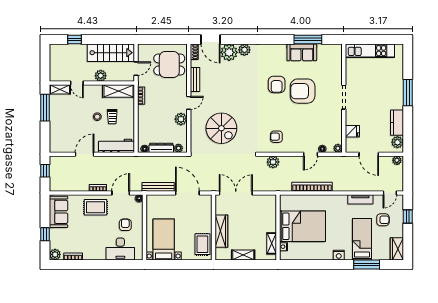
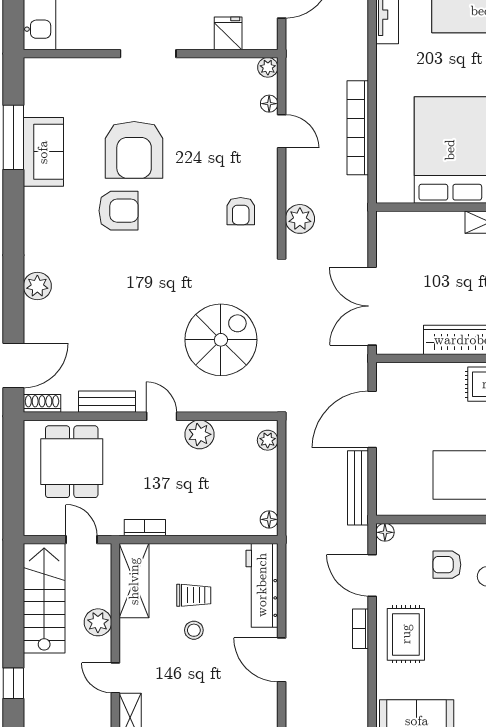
plant: (229, 52) -> (43, 322), removed
door: (77, 83) -> (115, 678), swing flipped
dresser: (161, 148) -> (267, 481), removed

